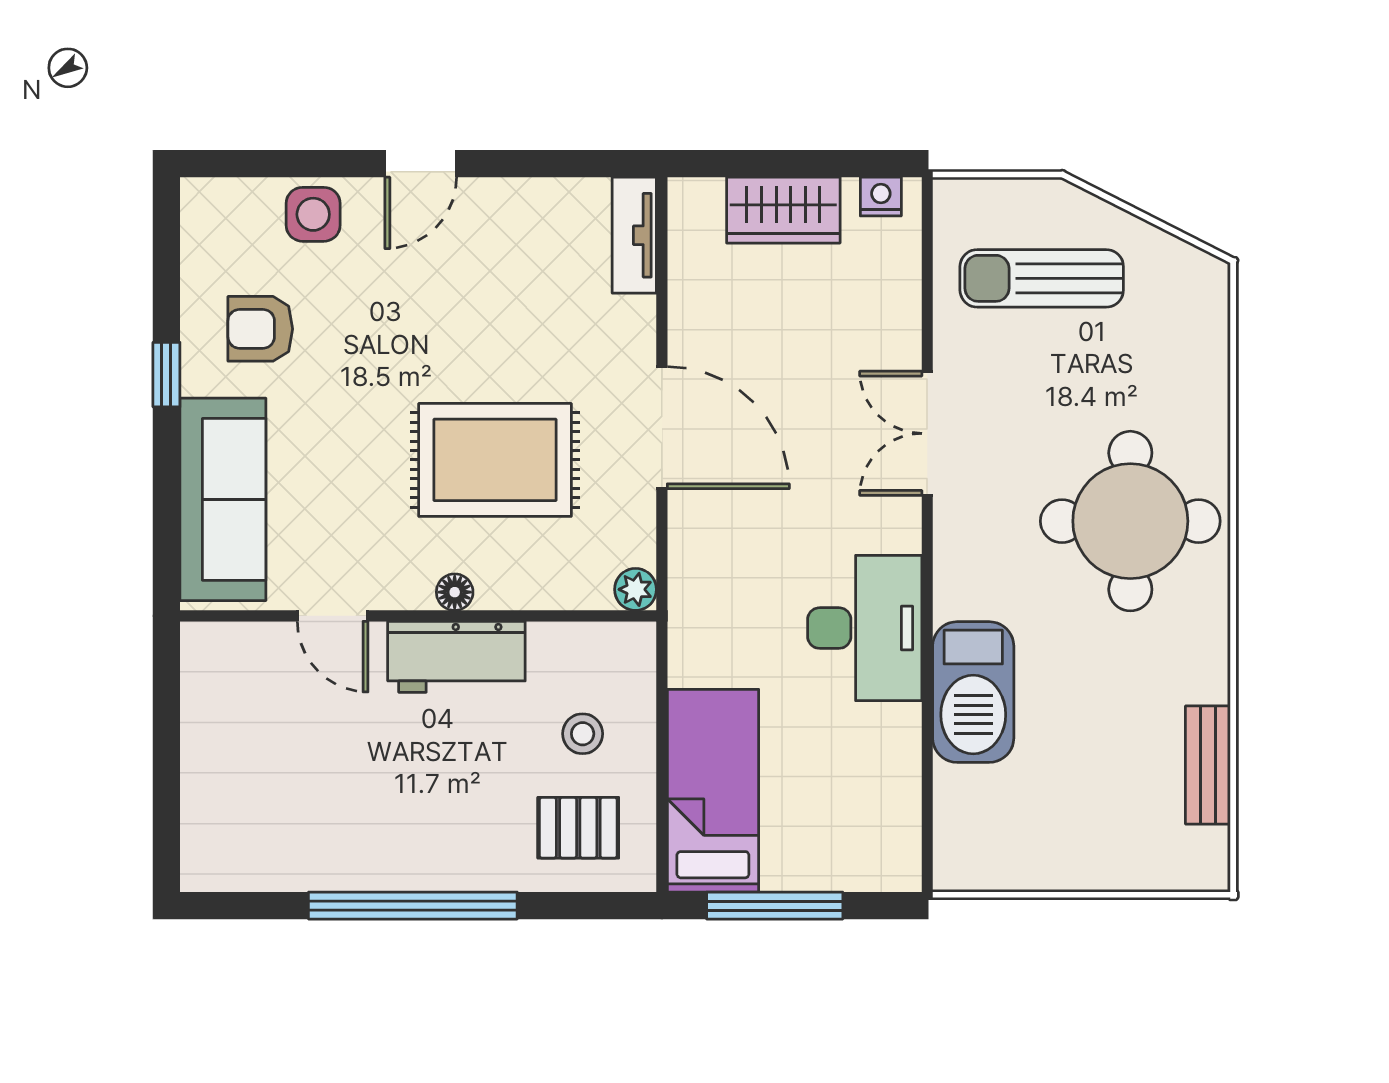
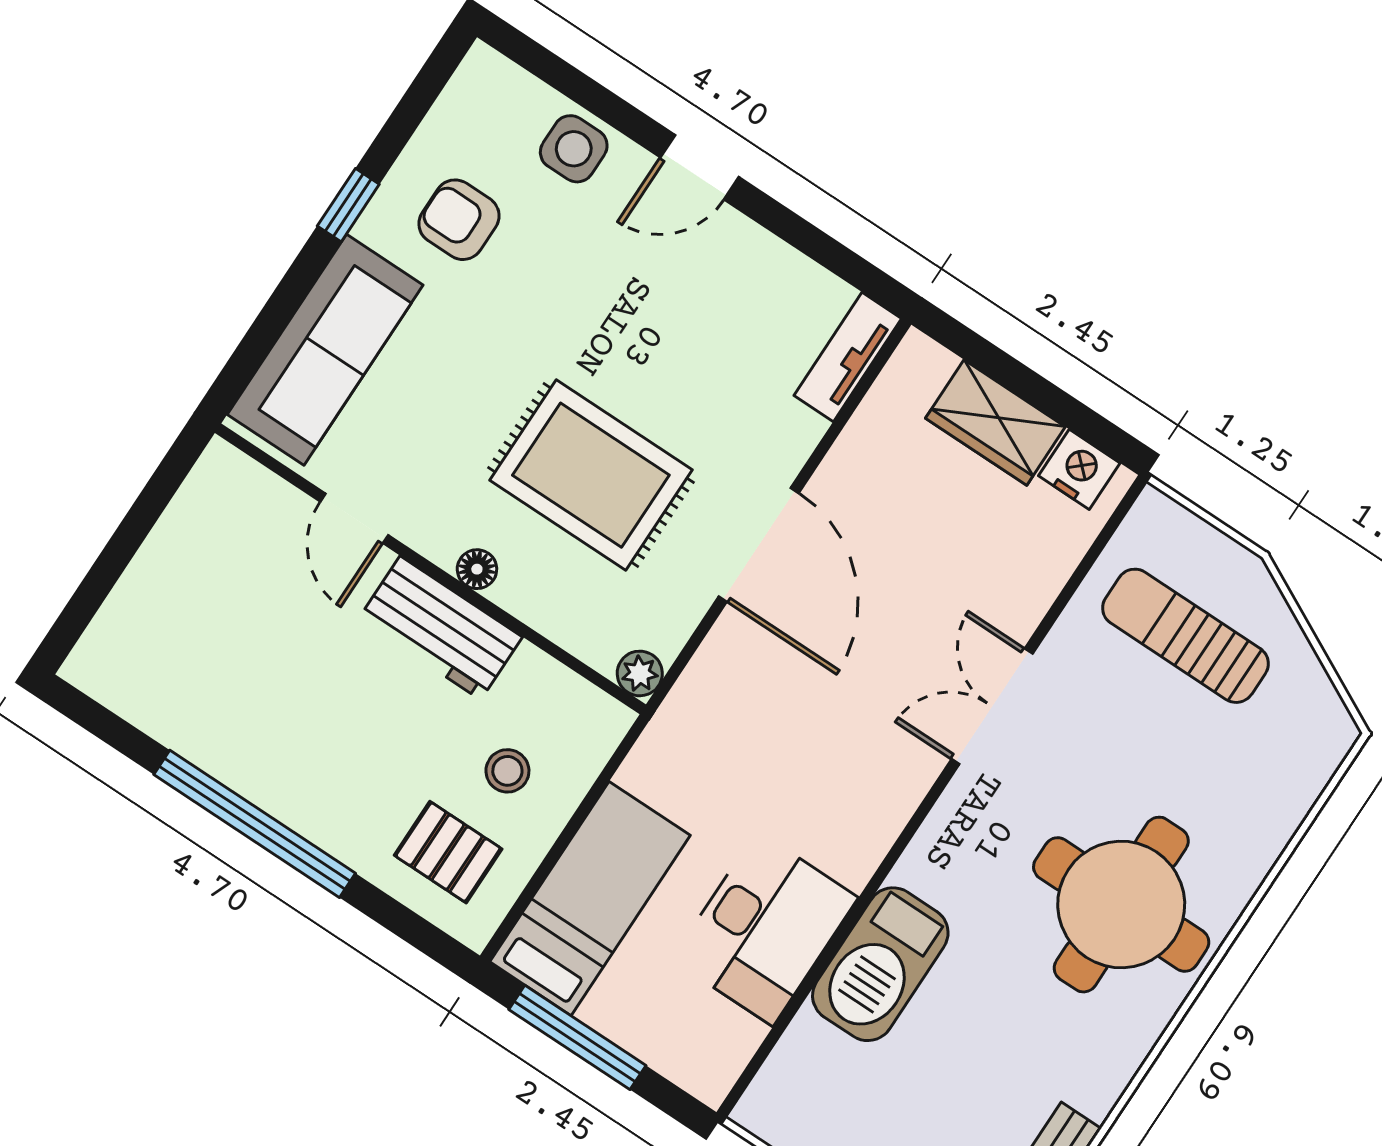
nightstand: (881, 197) -> (1079, 469), width x1.39, depth x1.35
desk: (865, 628) -> (765, 928), moved

